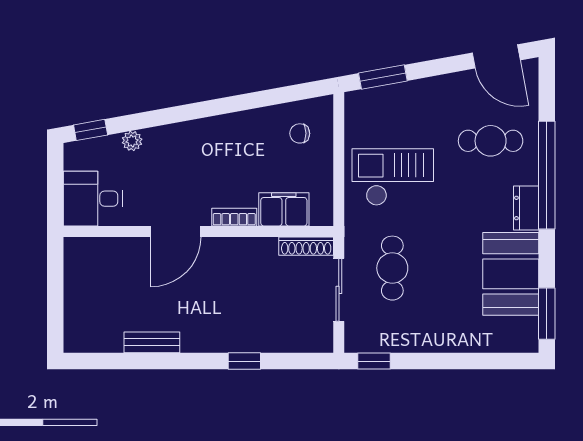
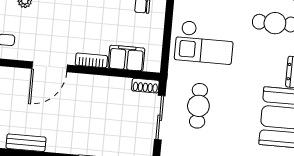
checkout: (393, 177) -> (204, 42), turned 180
shoe rack: (306, 246) -> (145, 86), width x0.70

